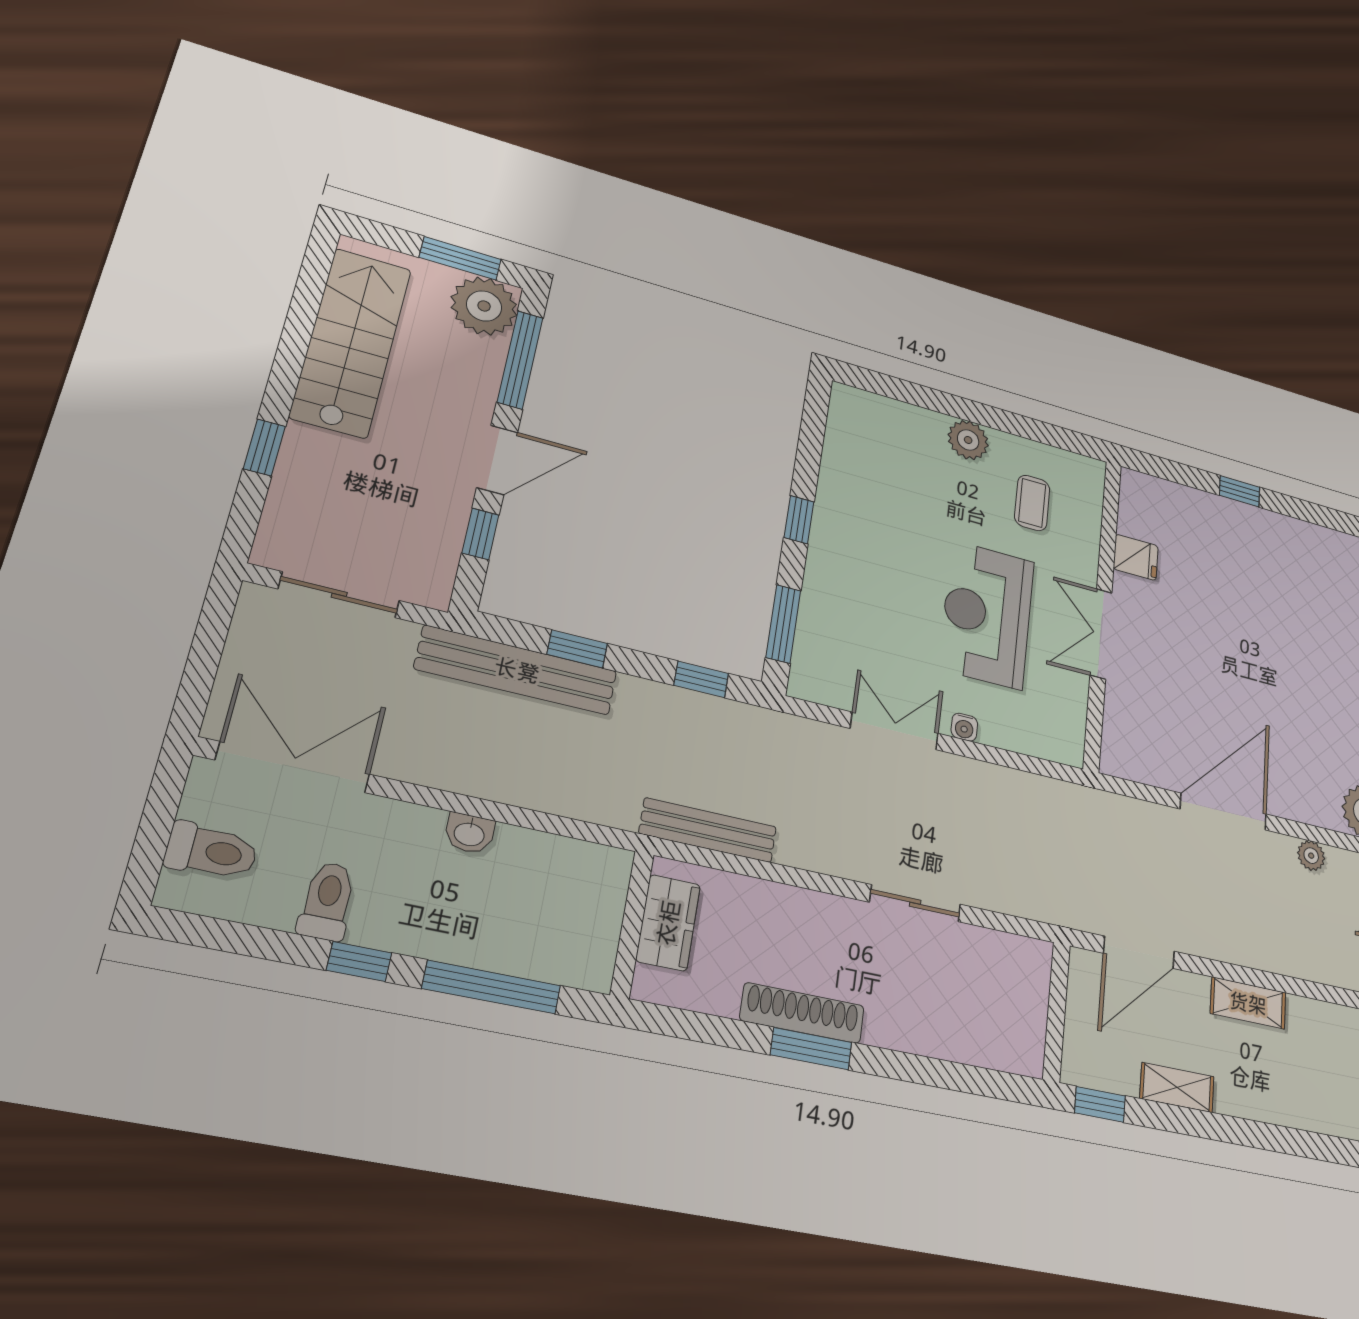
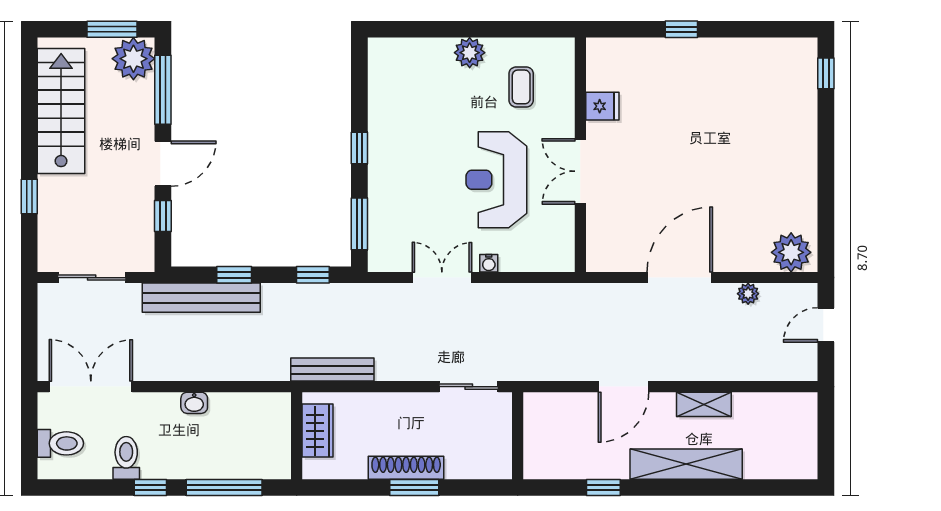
wall: (1057, 1012) -> (518, 436), moved
shelving: (1177, 1087) -> (686, 464), width x2.20, depth x1.33

